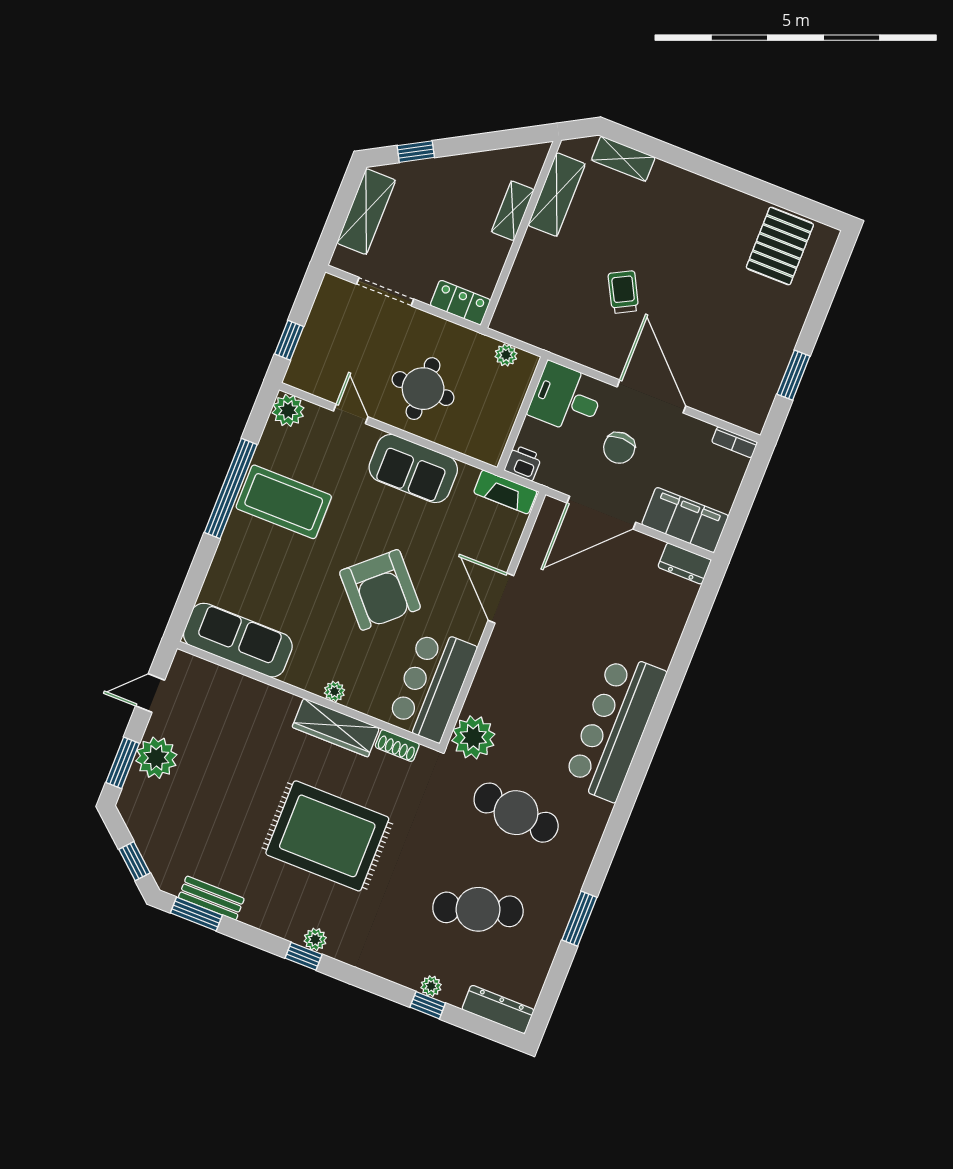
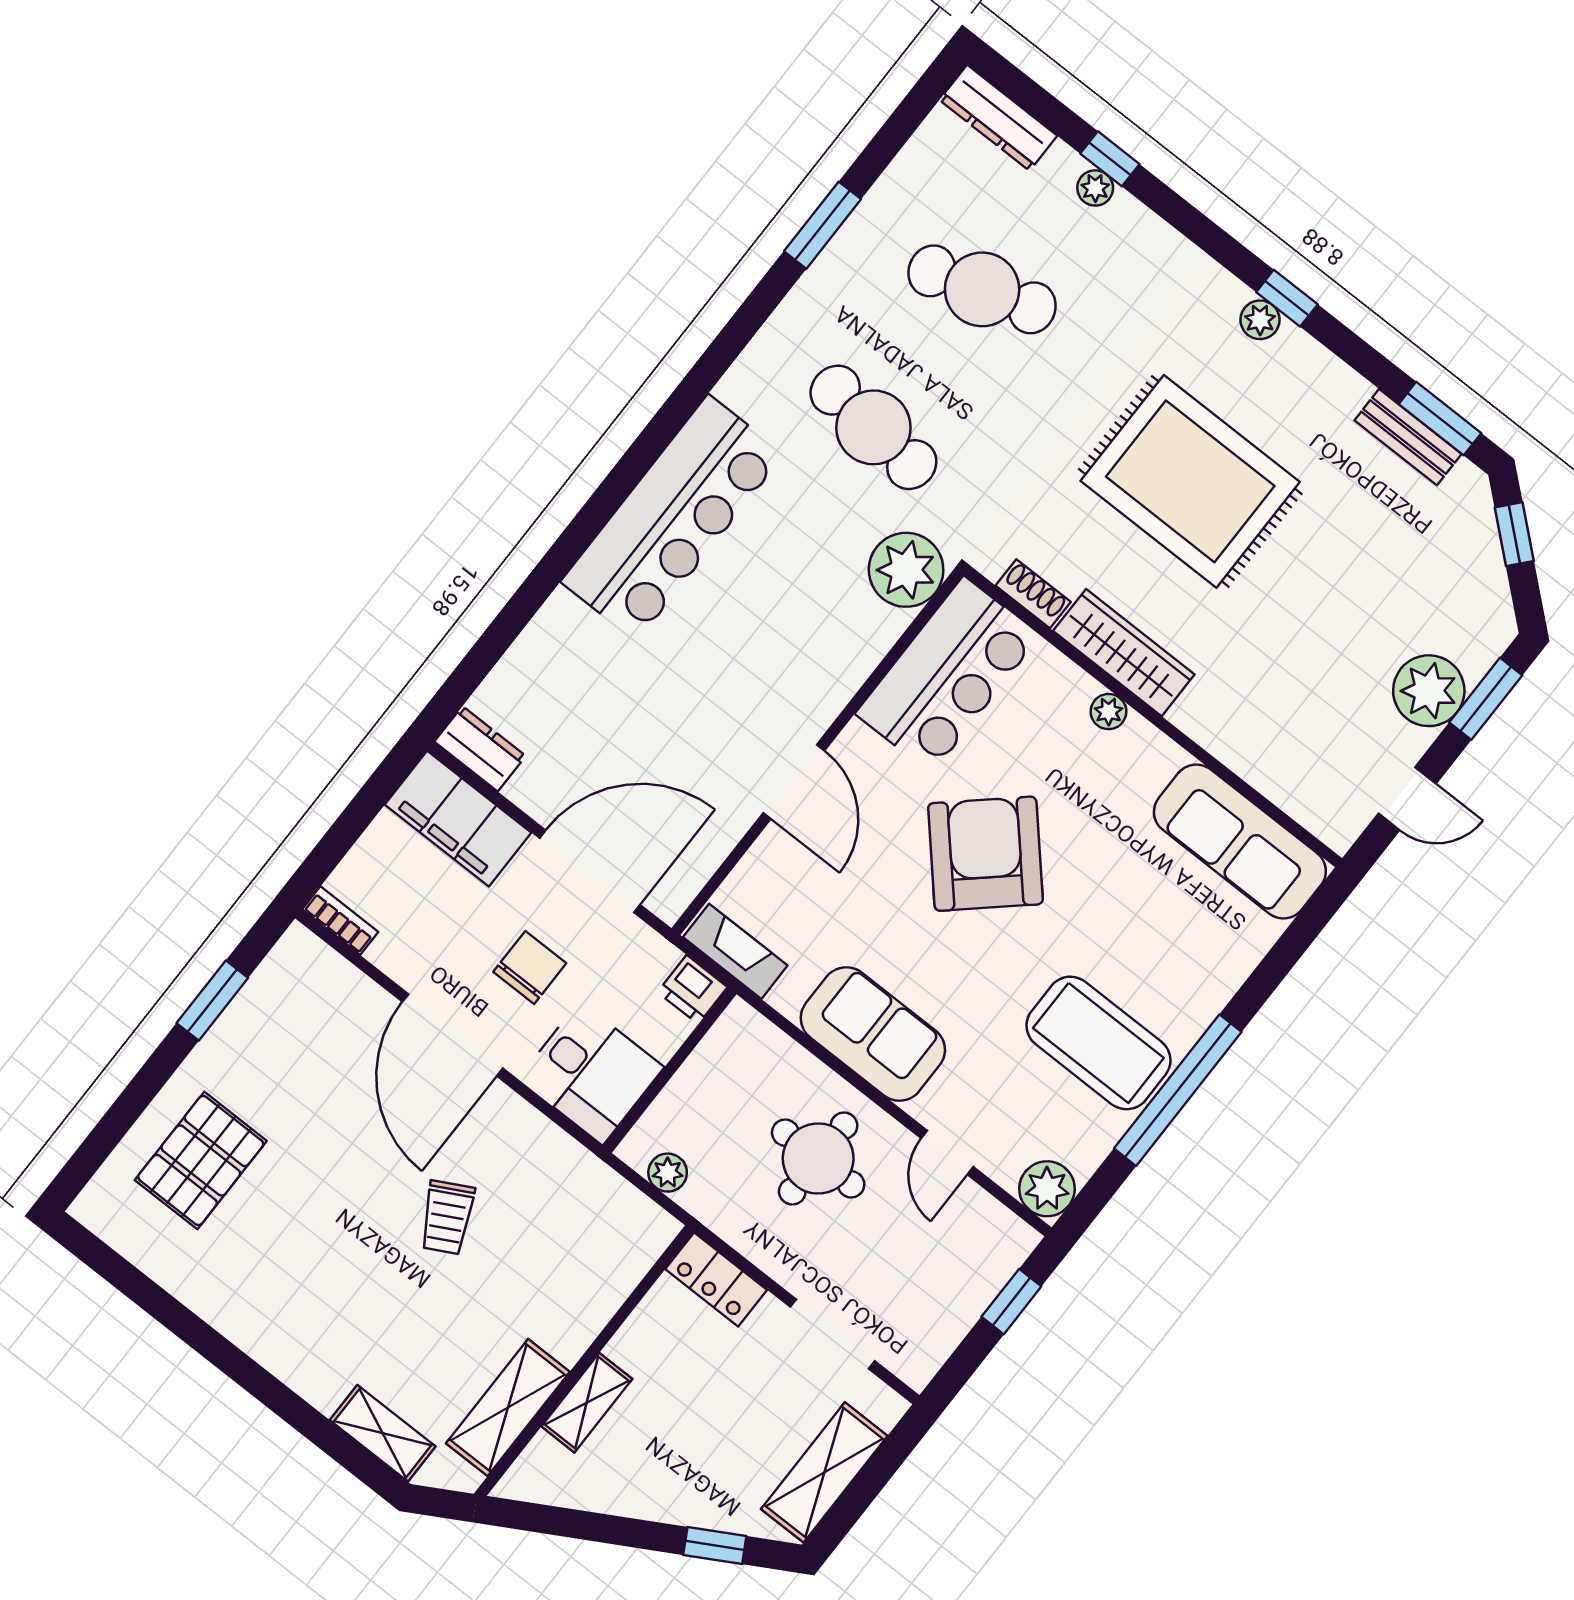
pallet: (780, 246) -> (201, 1160), moved

